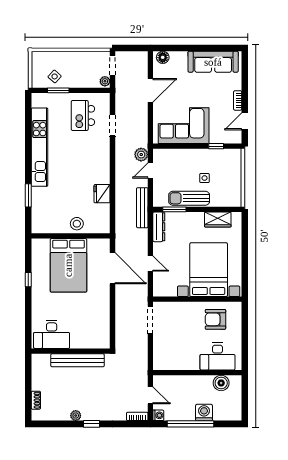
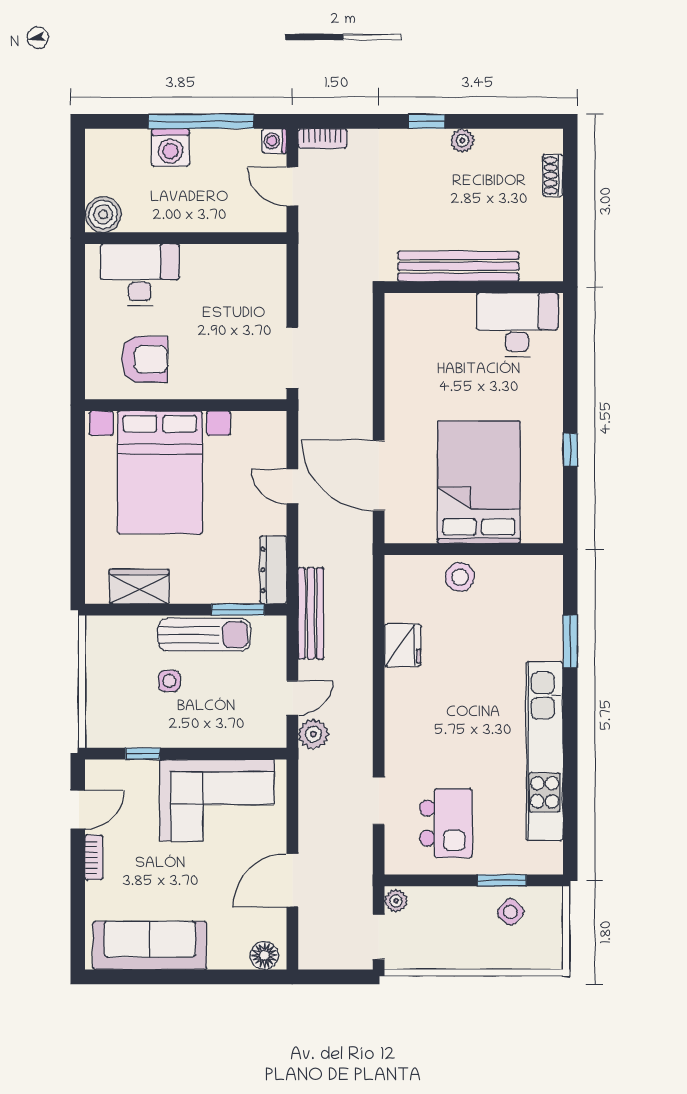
boiler: (221, 383) -> (103, 215), moved

